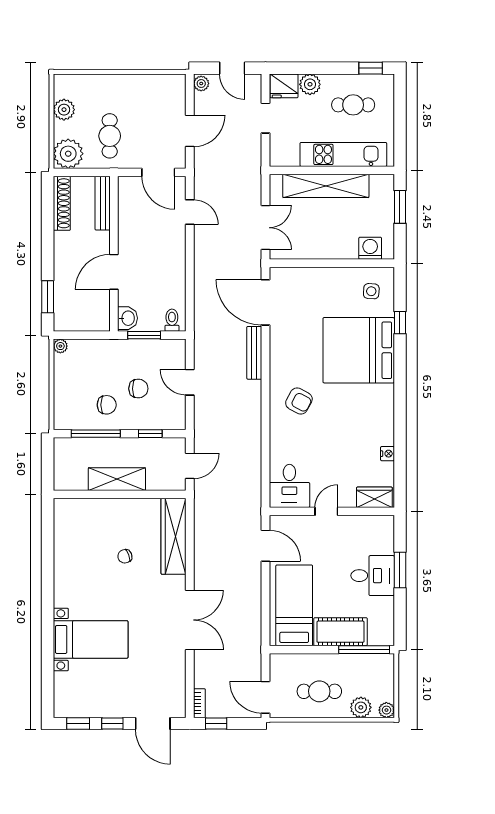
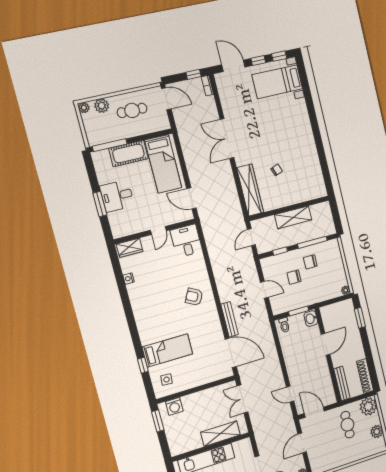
shelving: (326, 186) -> (221, 434), width x0.68
window: (400, 207) -> (158, 421), moved
bed: (359, 350) -> (167, 350), width x0.49
bed with nightstands: (91, 639) -> (277, 82), moved

